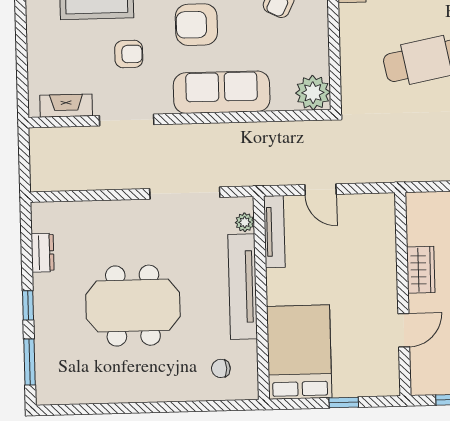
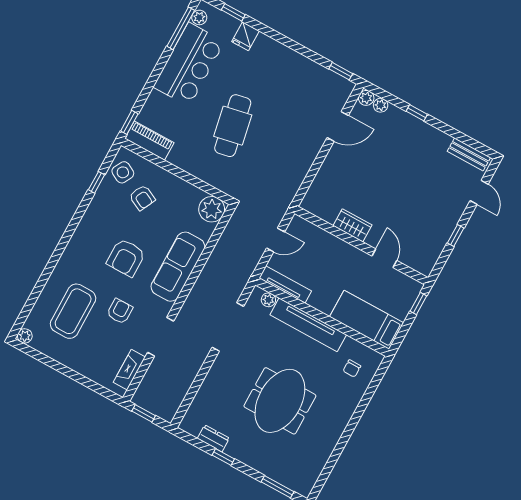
window: (24, 153) -> (144, 413), added
wardrobe: (421, 270) -> (352, 225), moved
wall: (403, 294) -> (361, 246), moved
window: (28, 305) -> (223, 457), moved
door: (404, 330) -> (384, 258), moved
bed: (299, 352) -> (367, 320), width x0.67

